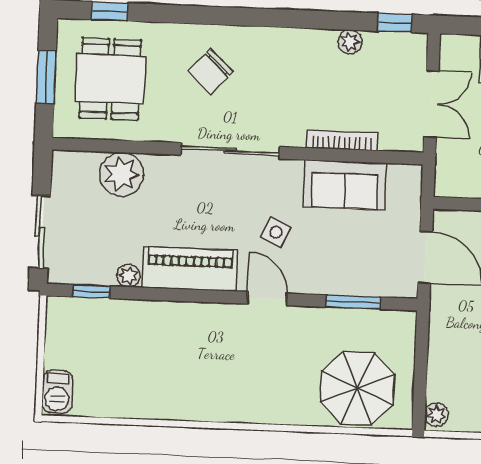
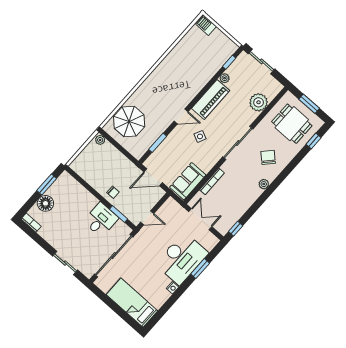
plant: (350, 42) -> (264, 184), moved
double door: (431, 104) -> (200, 219), swing flipped
sofa: (345, 185) -> (188, 181), moved

